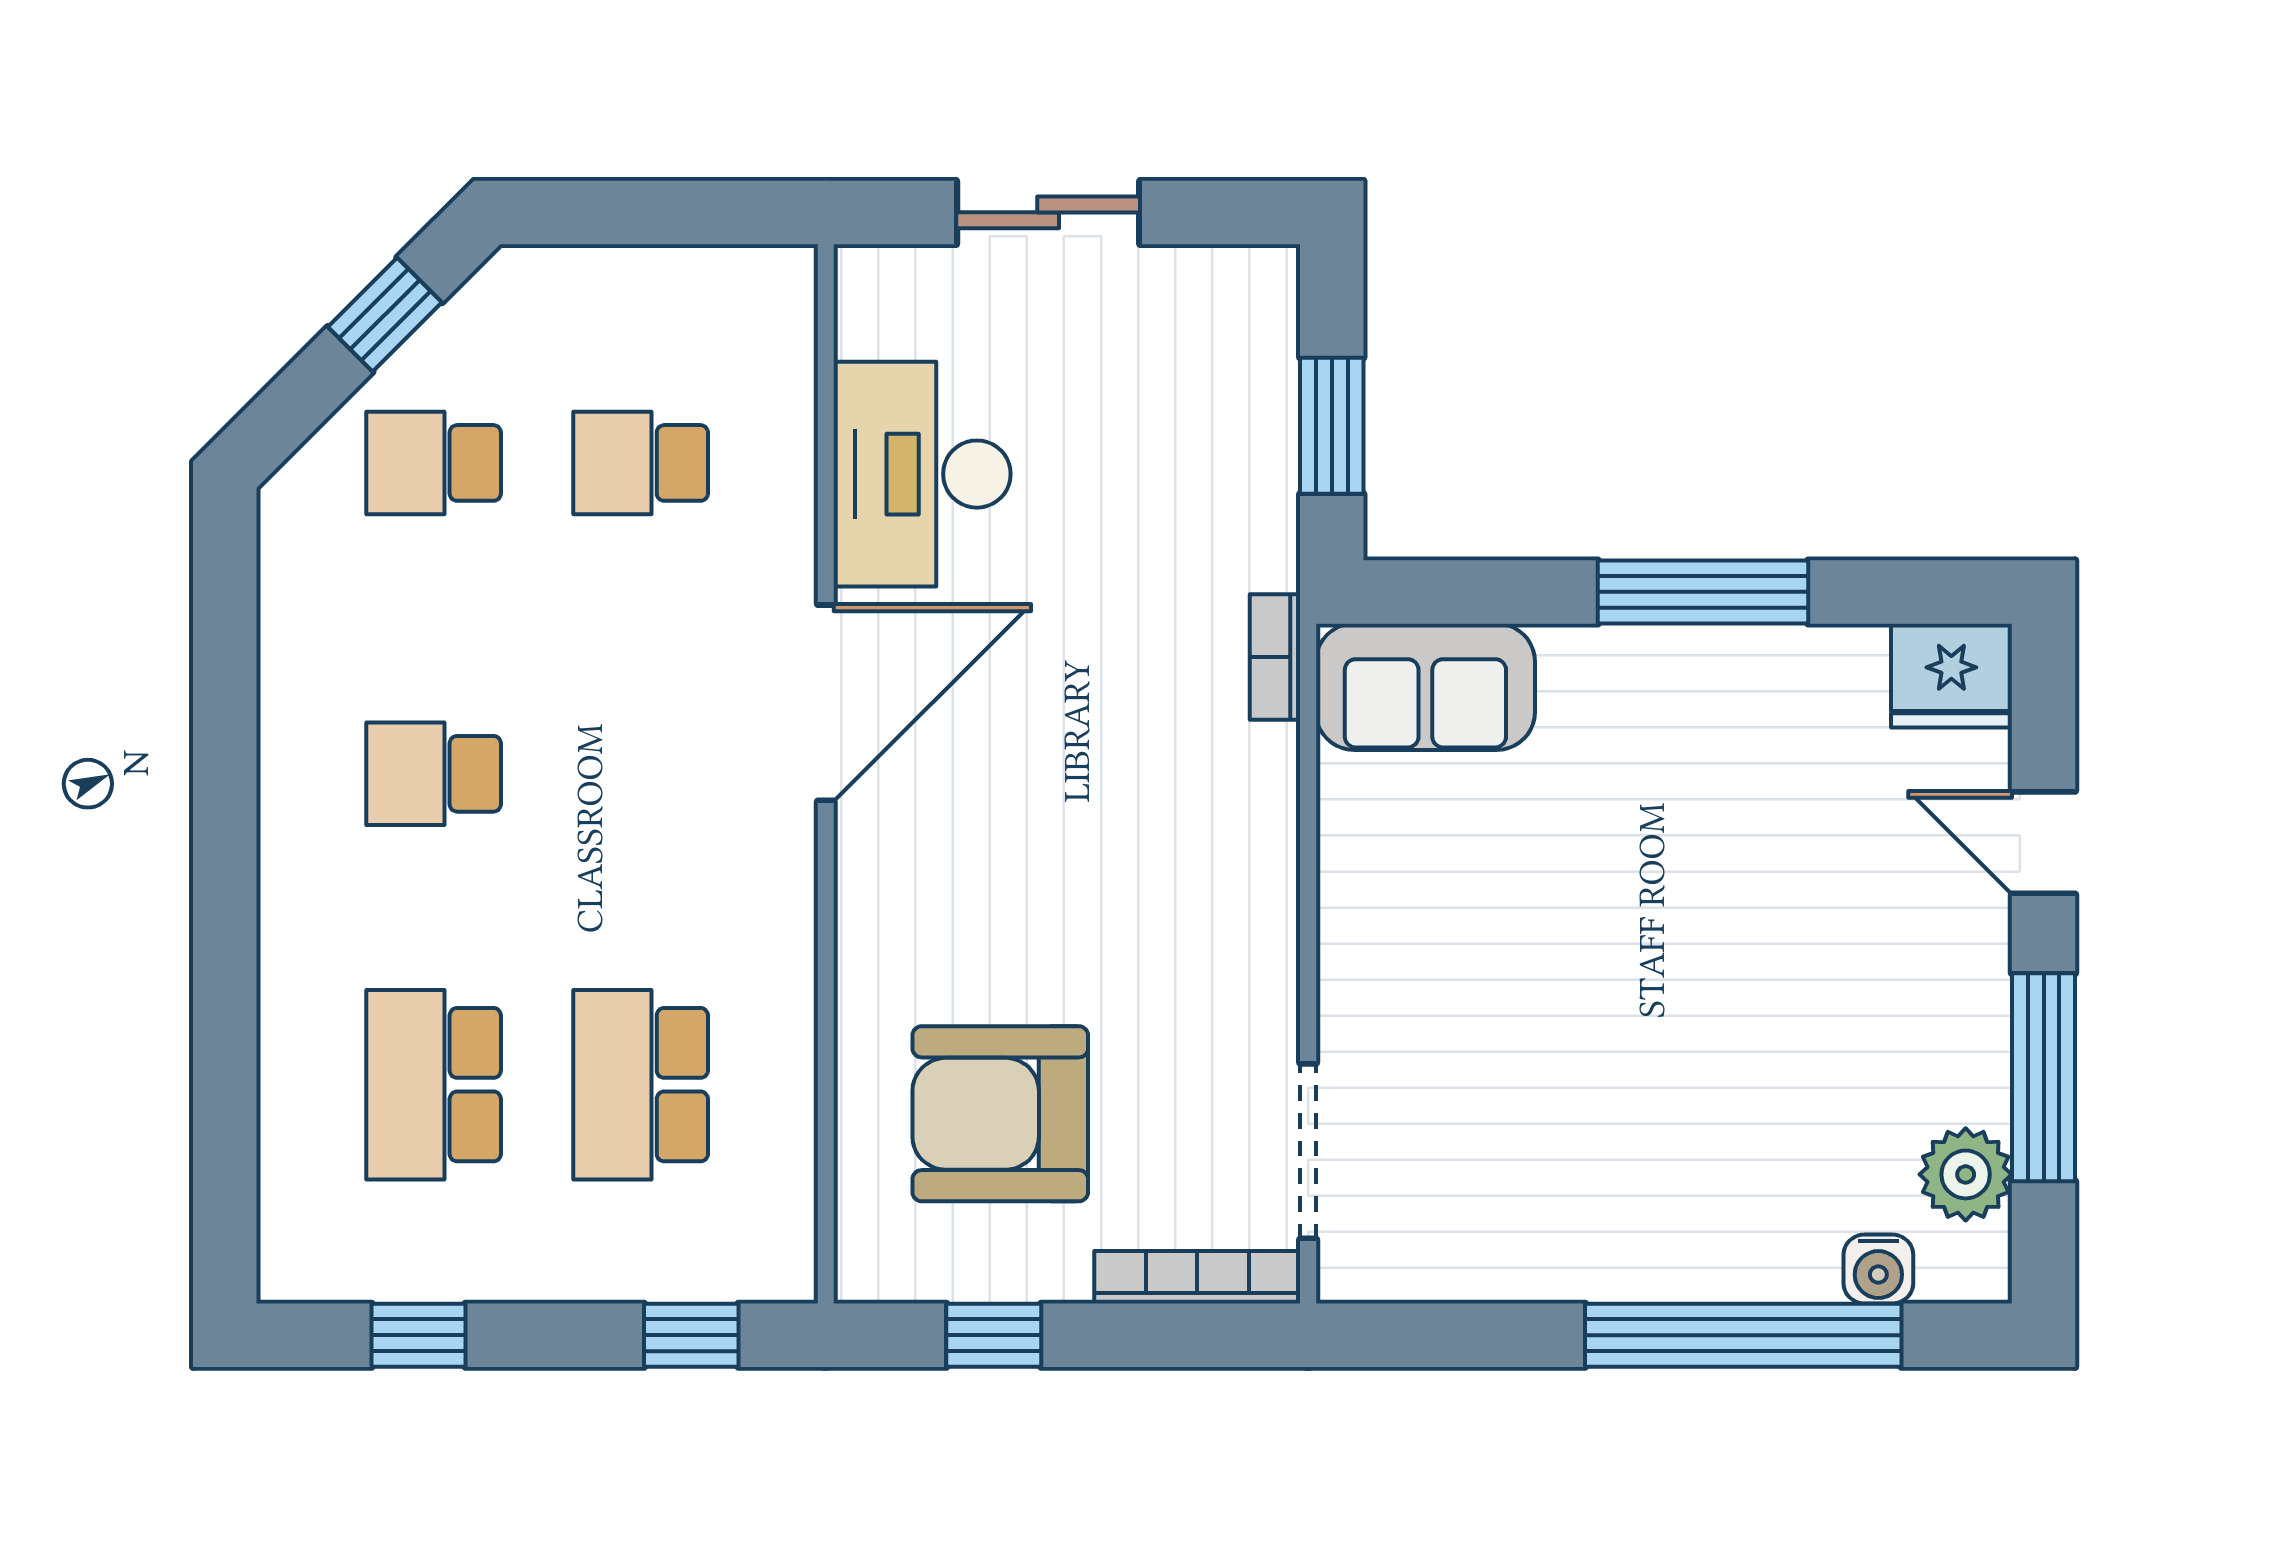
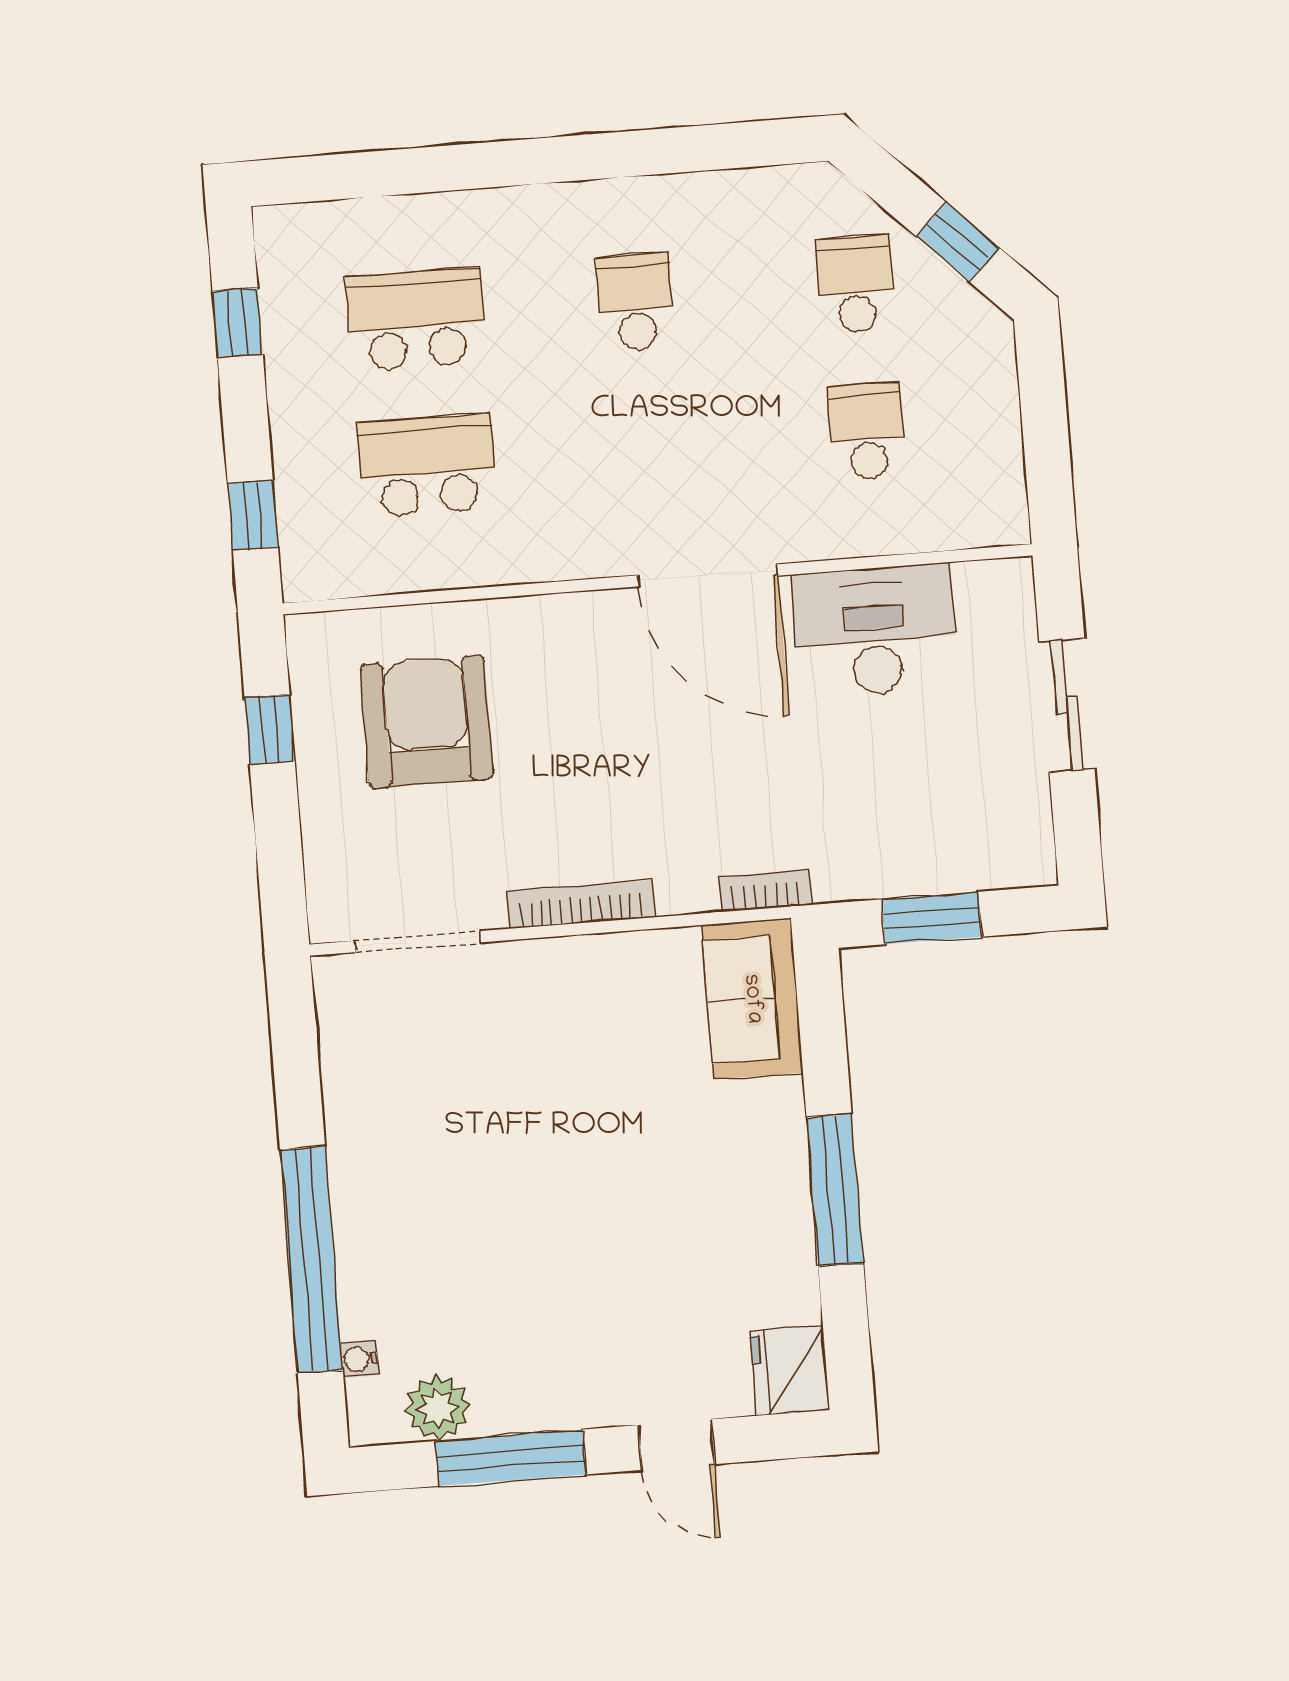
door: (2044, 843) -> (677, 1445), swing flipped
water cooler: (1878, 1269) -> (360, 1359), width x0.72, depth x0.72
bookcase: (1197, 1277) -> (581, 904), moved, turned -90

